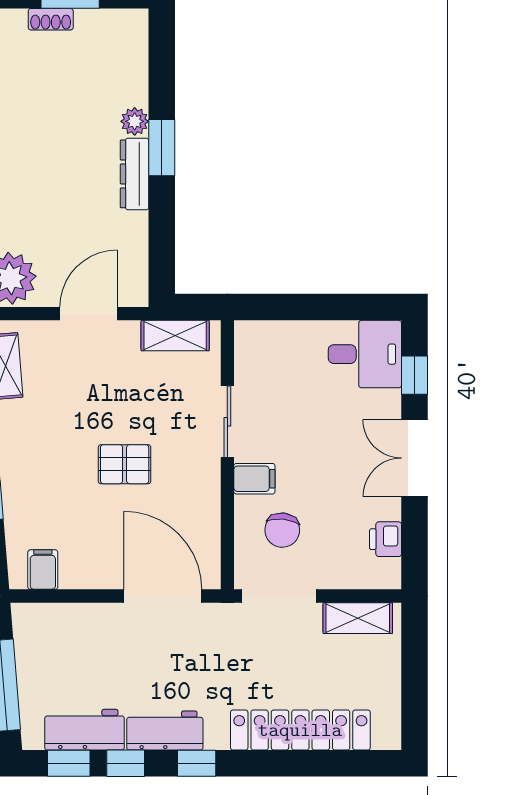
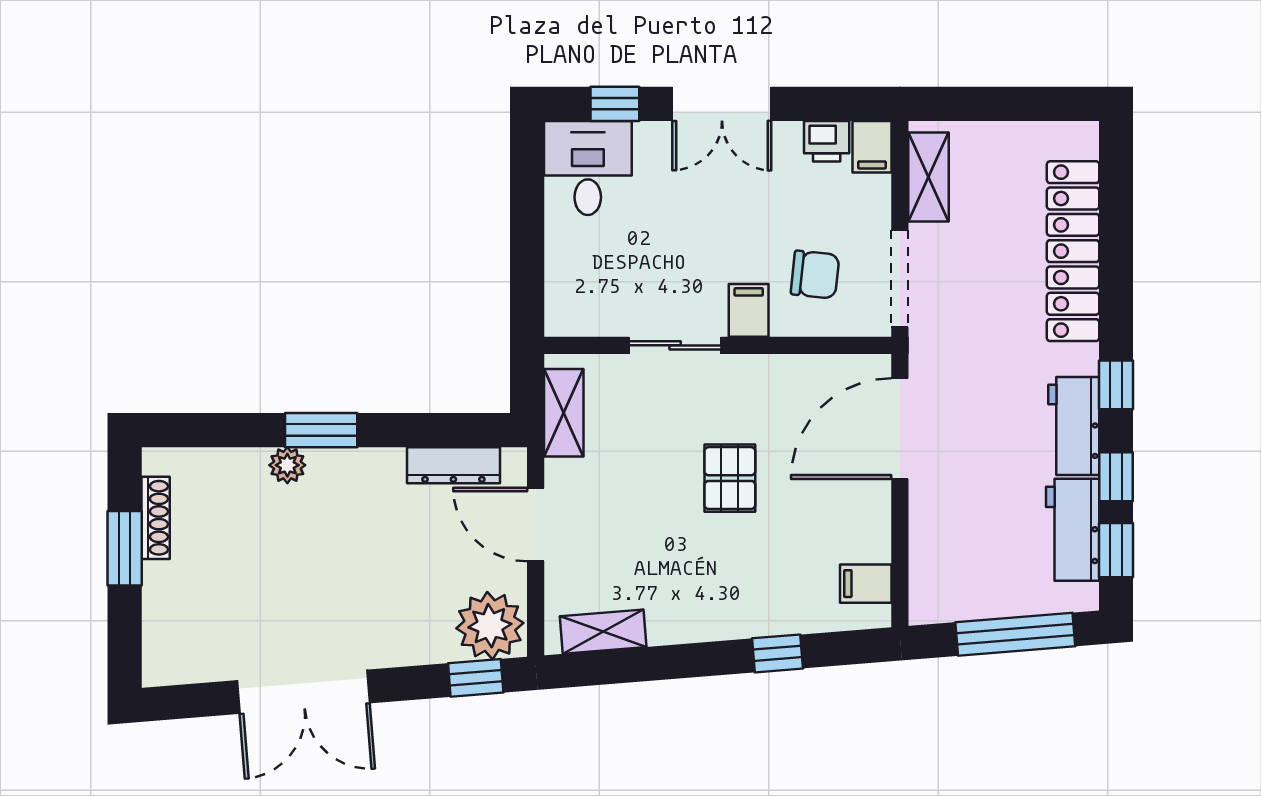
shoe rack: (51, 19) -> (156, 518), moved, width x1.43
dresser: (135, 174) -> (453, 465), moved
filing cabinet: (381, 574) -> (872, 147), added

